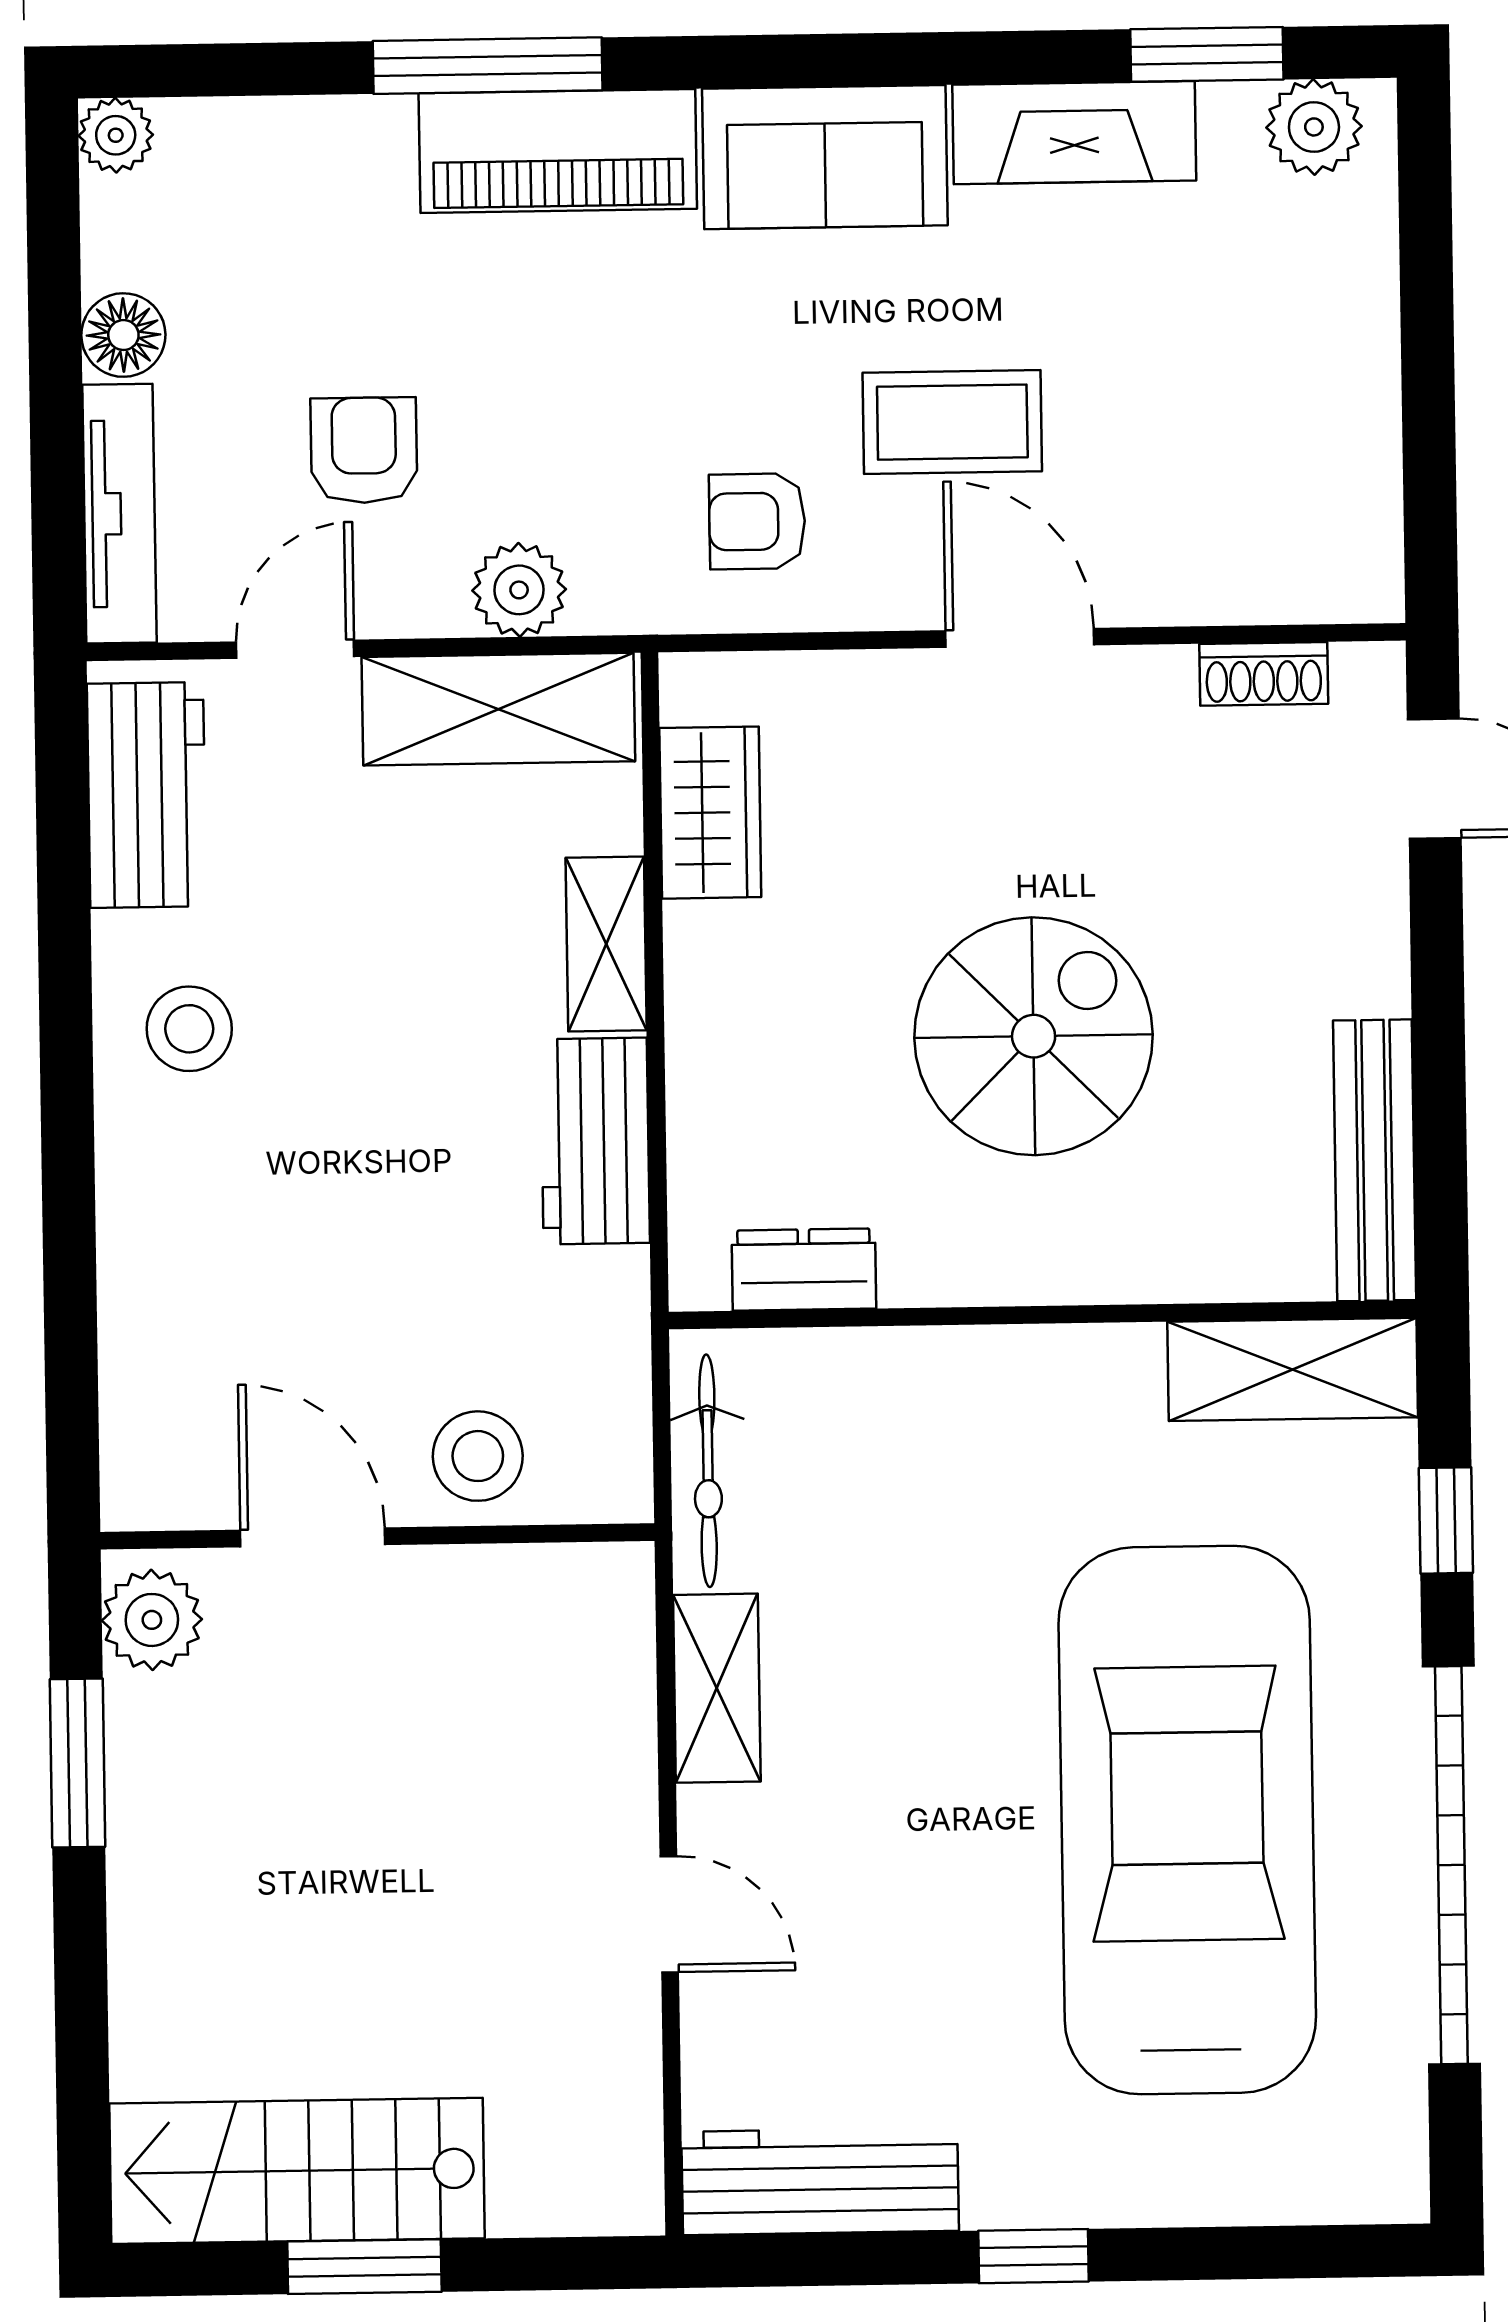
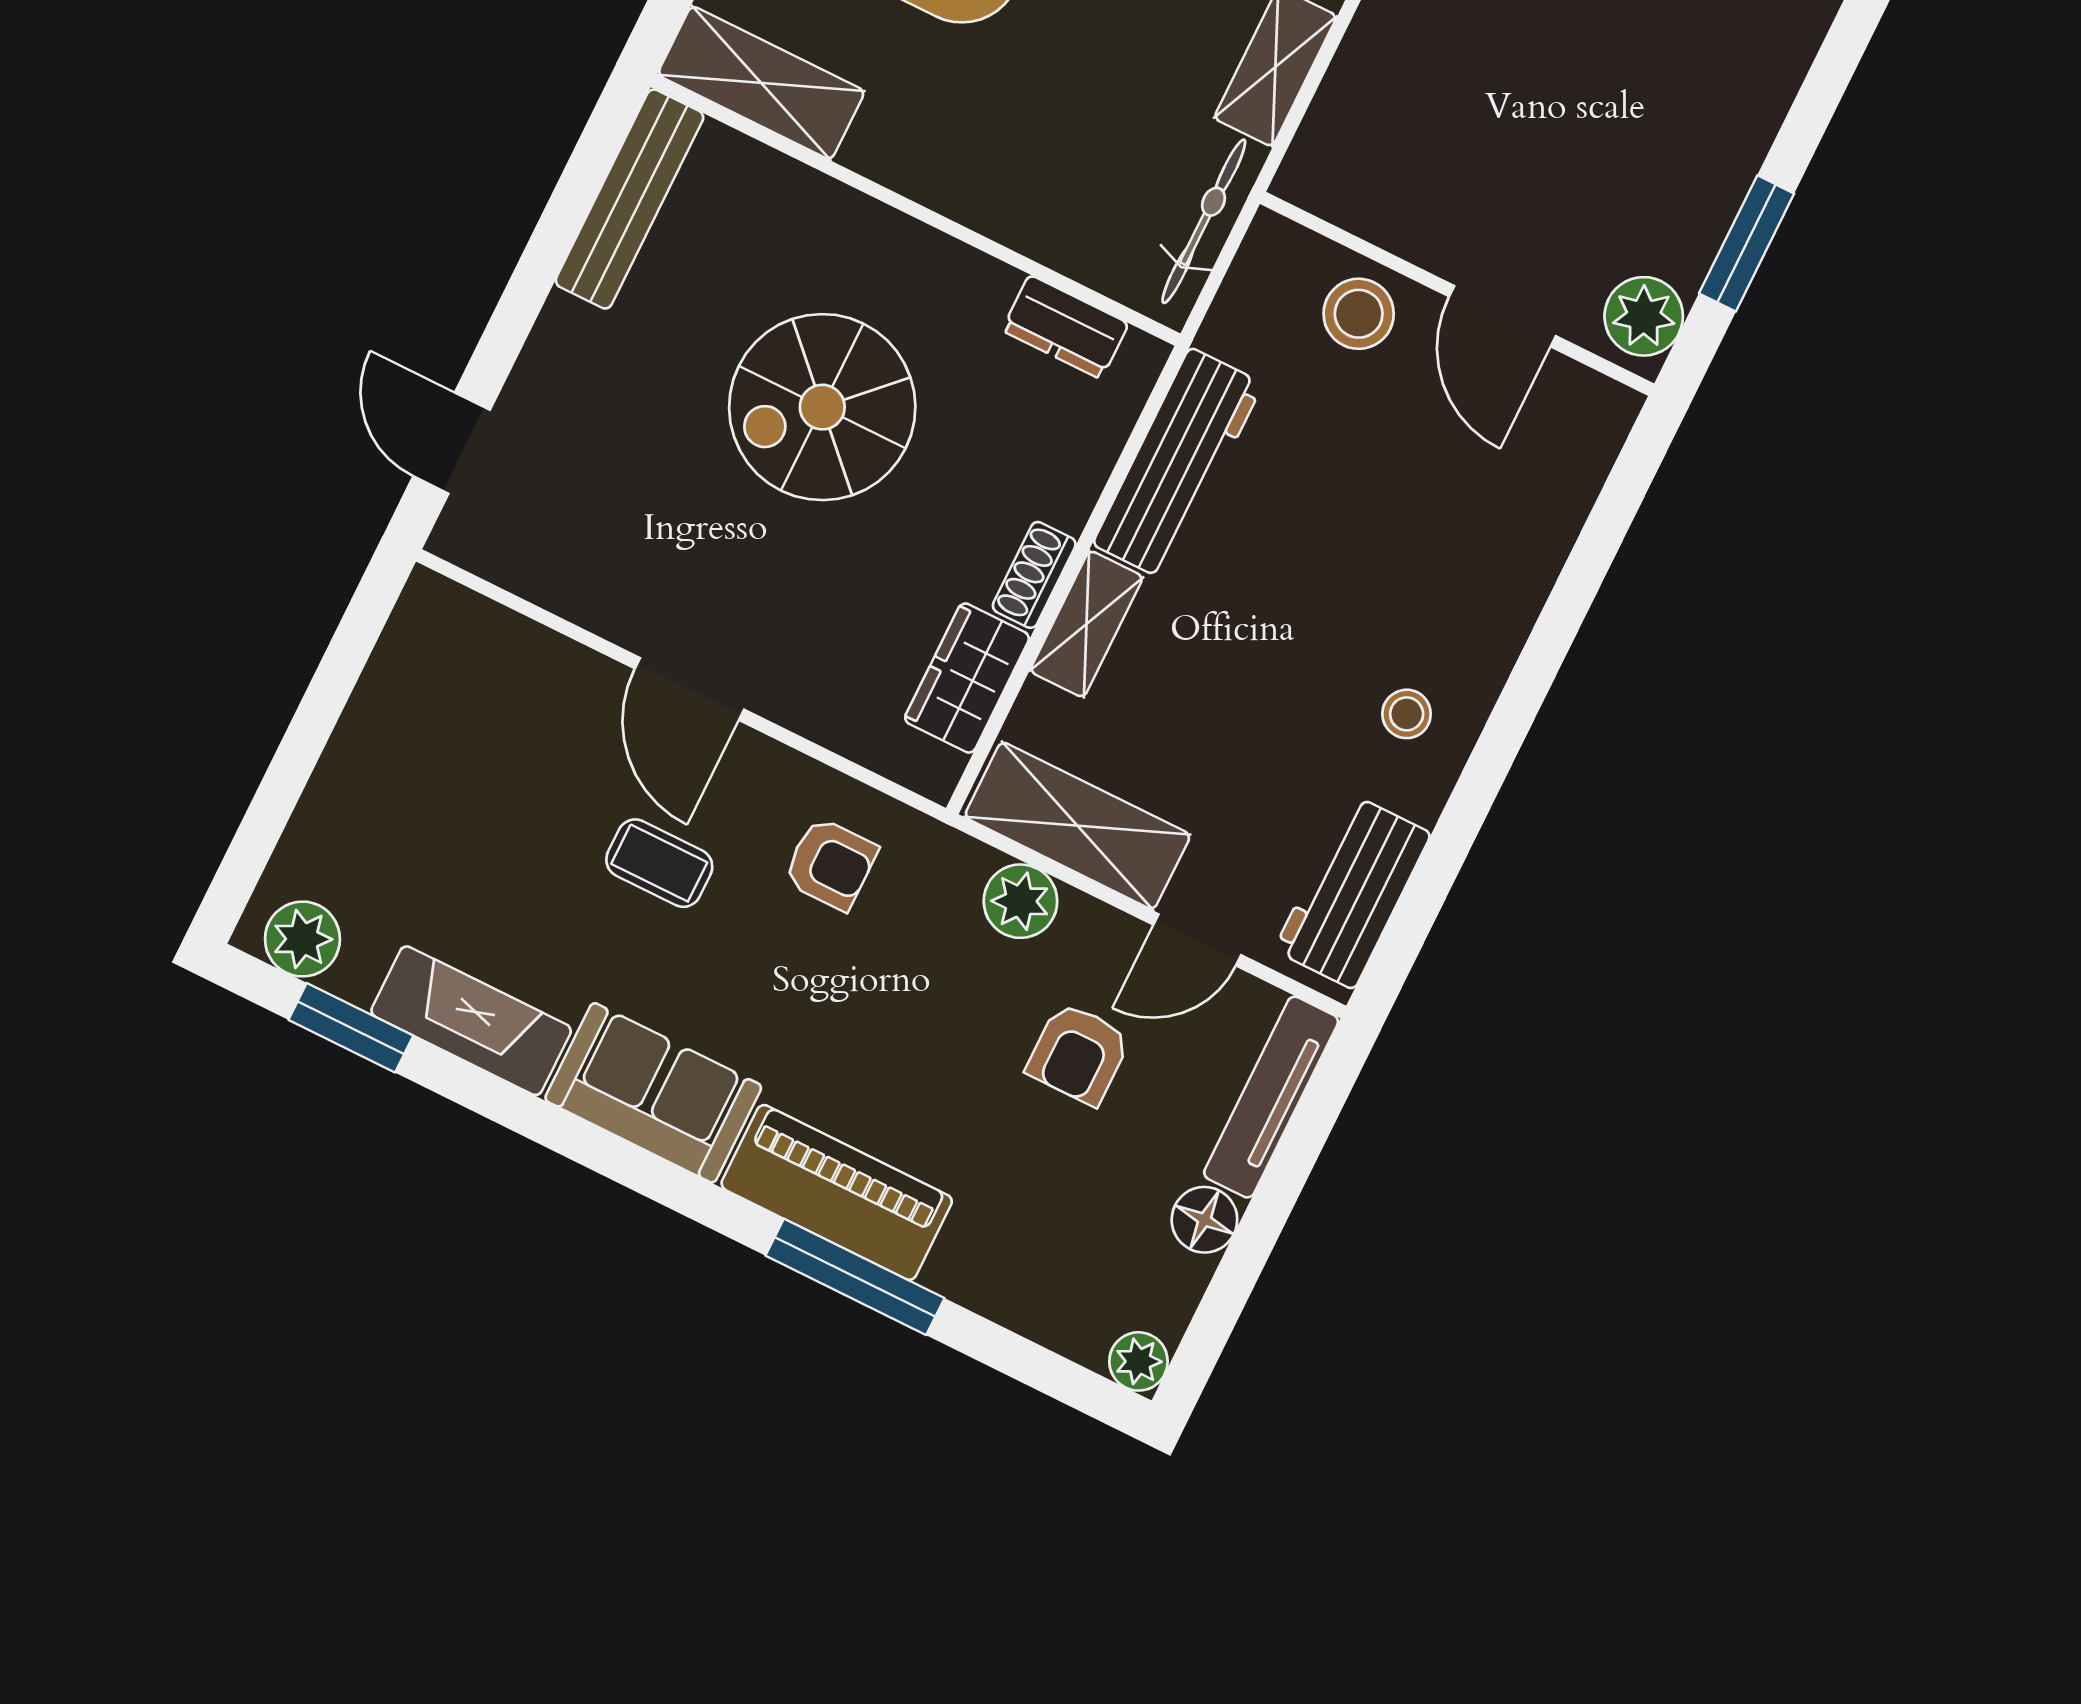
coffee table: (952, 422) -> (659, 863), width x0.73, depth x0.77
shoe rack: (1264, 674) -> (1034, 575), moved, turned -90
stool: (189, 1029) -> (1407, 714), width x0.73, depth x0.73
workbench: (595, 1141) -> (1178, 464), width x1.37

